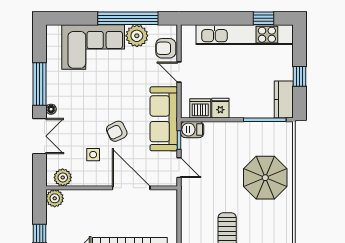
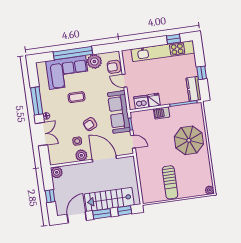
window: (128, 18) -> (73, 53), moved
coffee table: (102, 87) -> (77, 97), added
barbecue: (192, 130) -> (162, 113), moved
plant: (63, 177) -> (81, 155), moved

